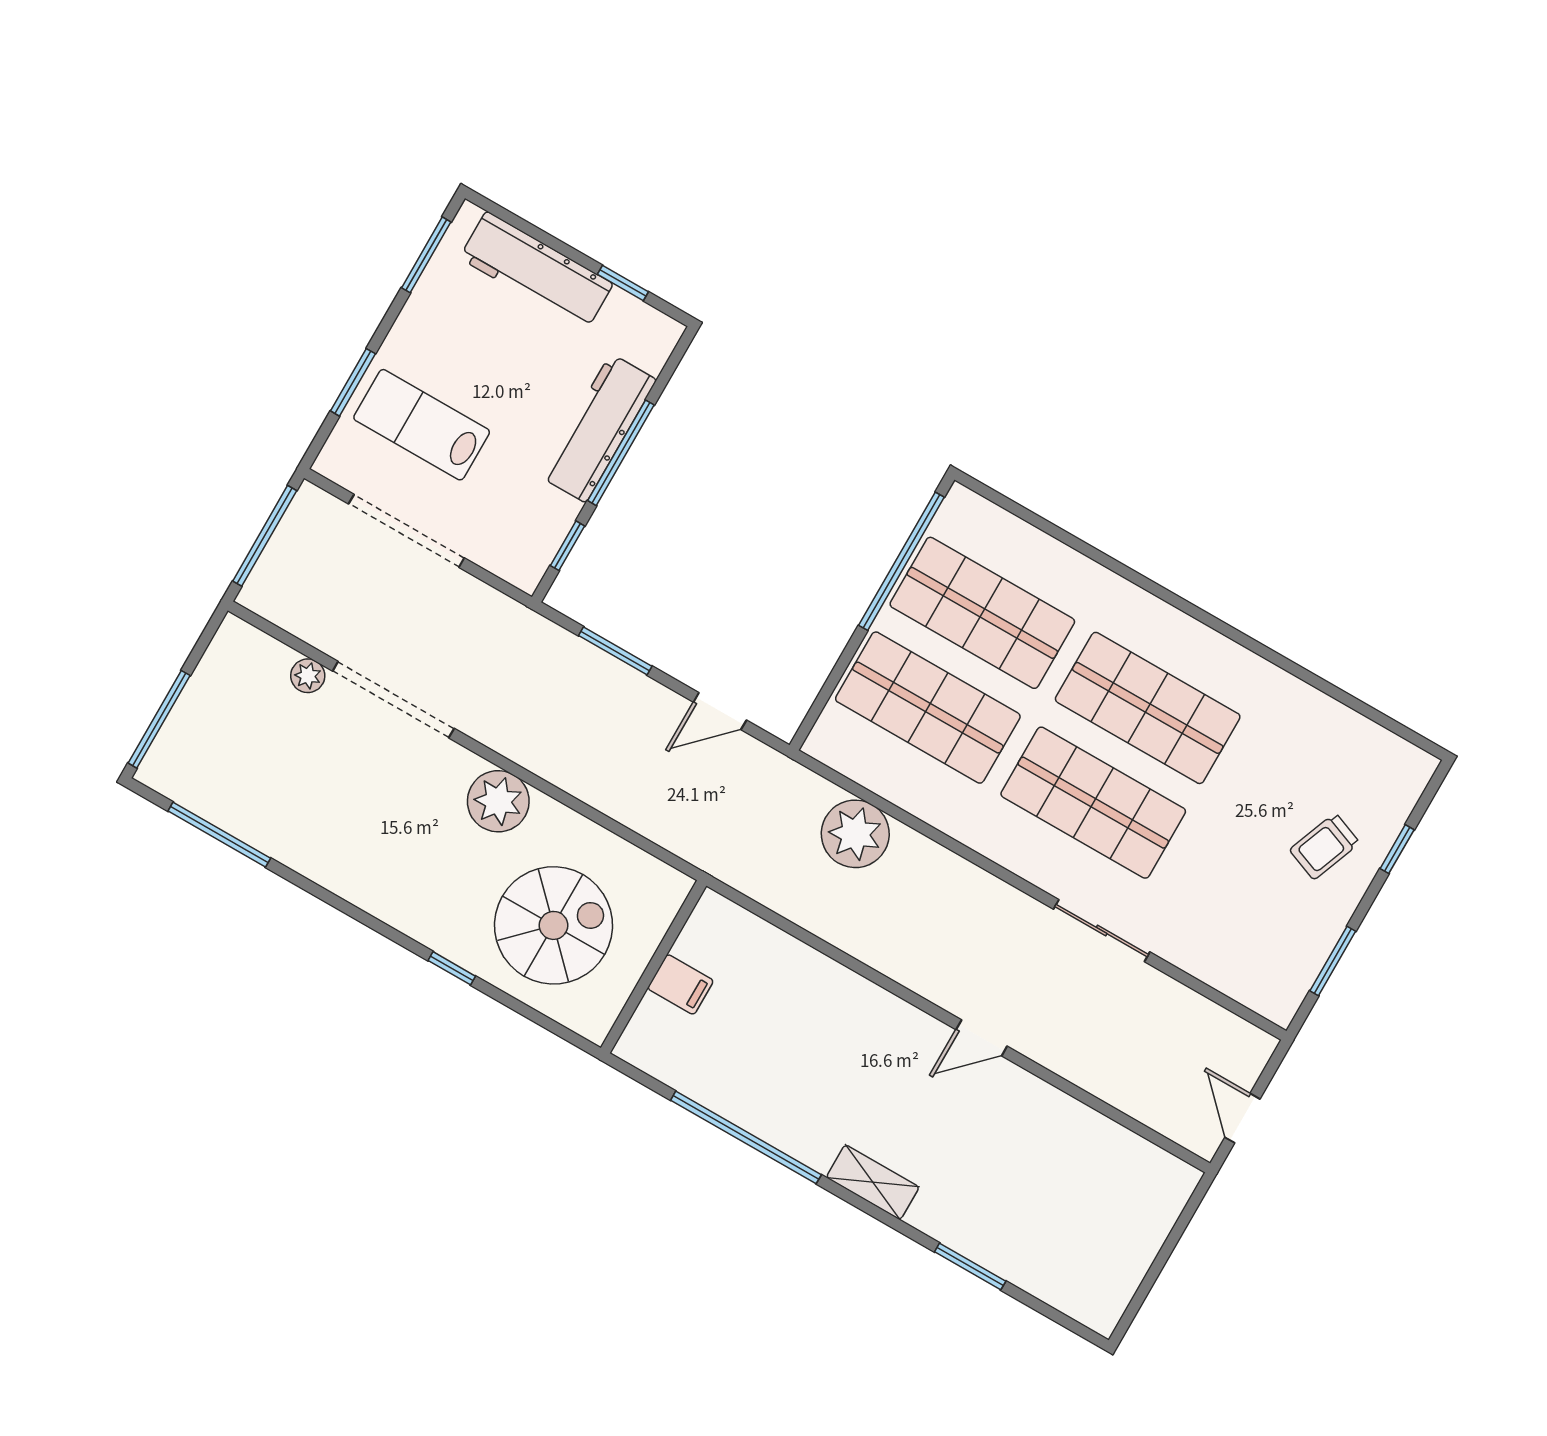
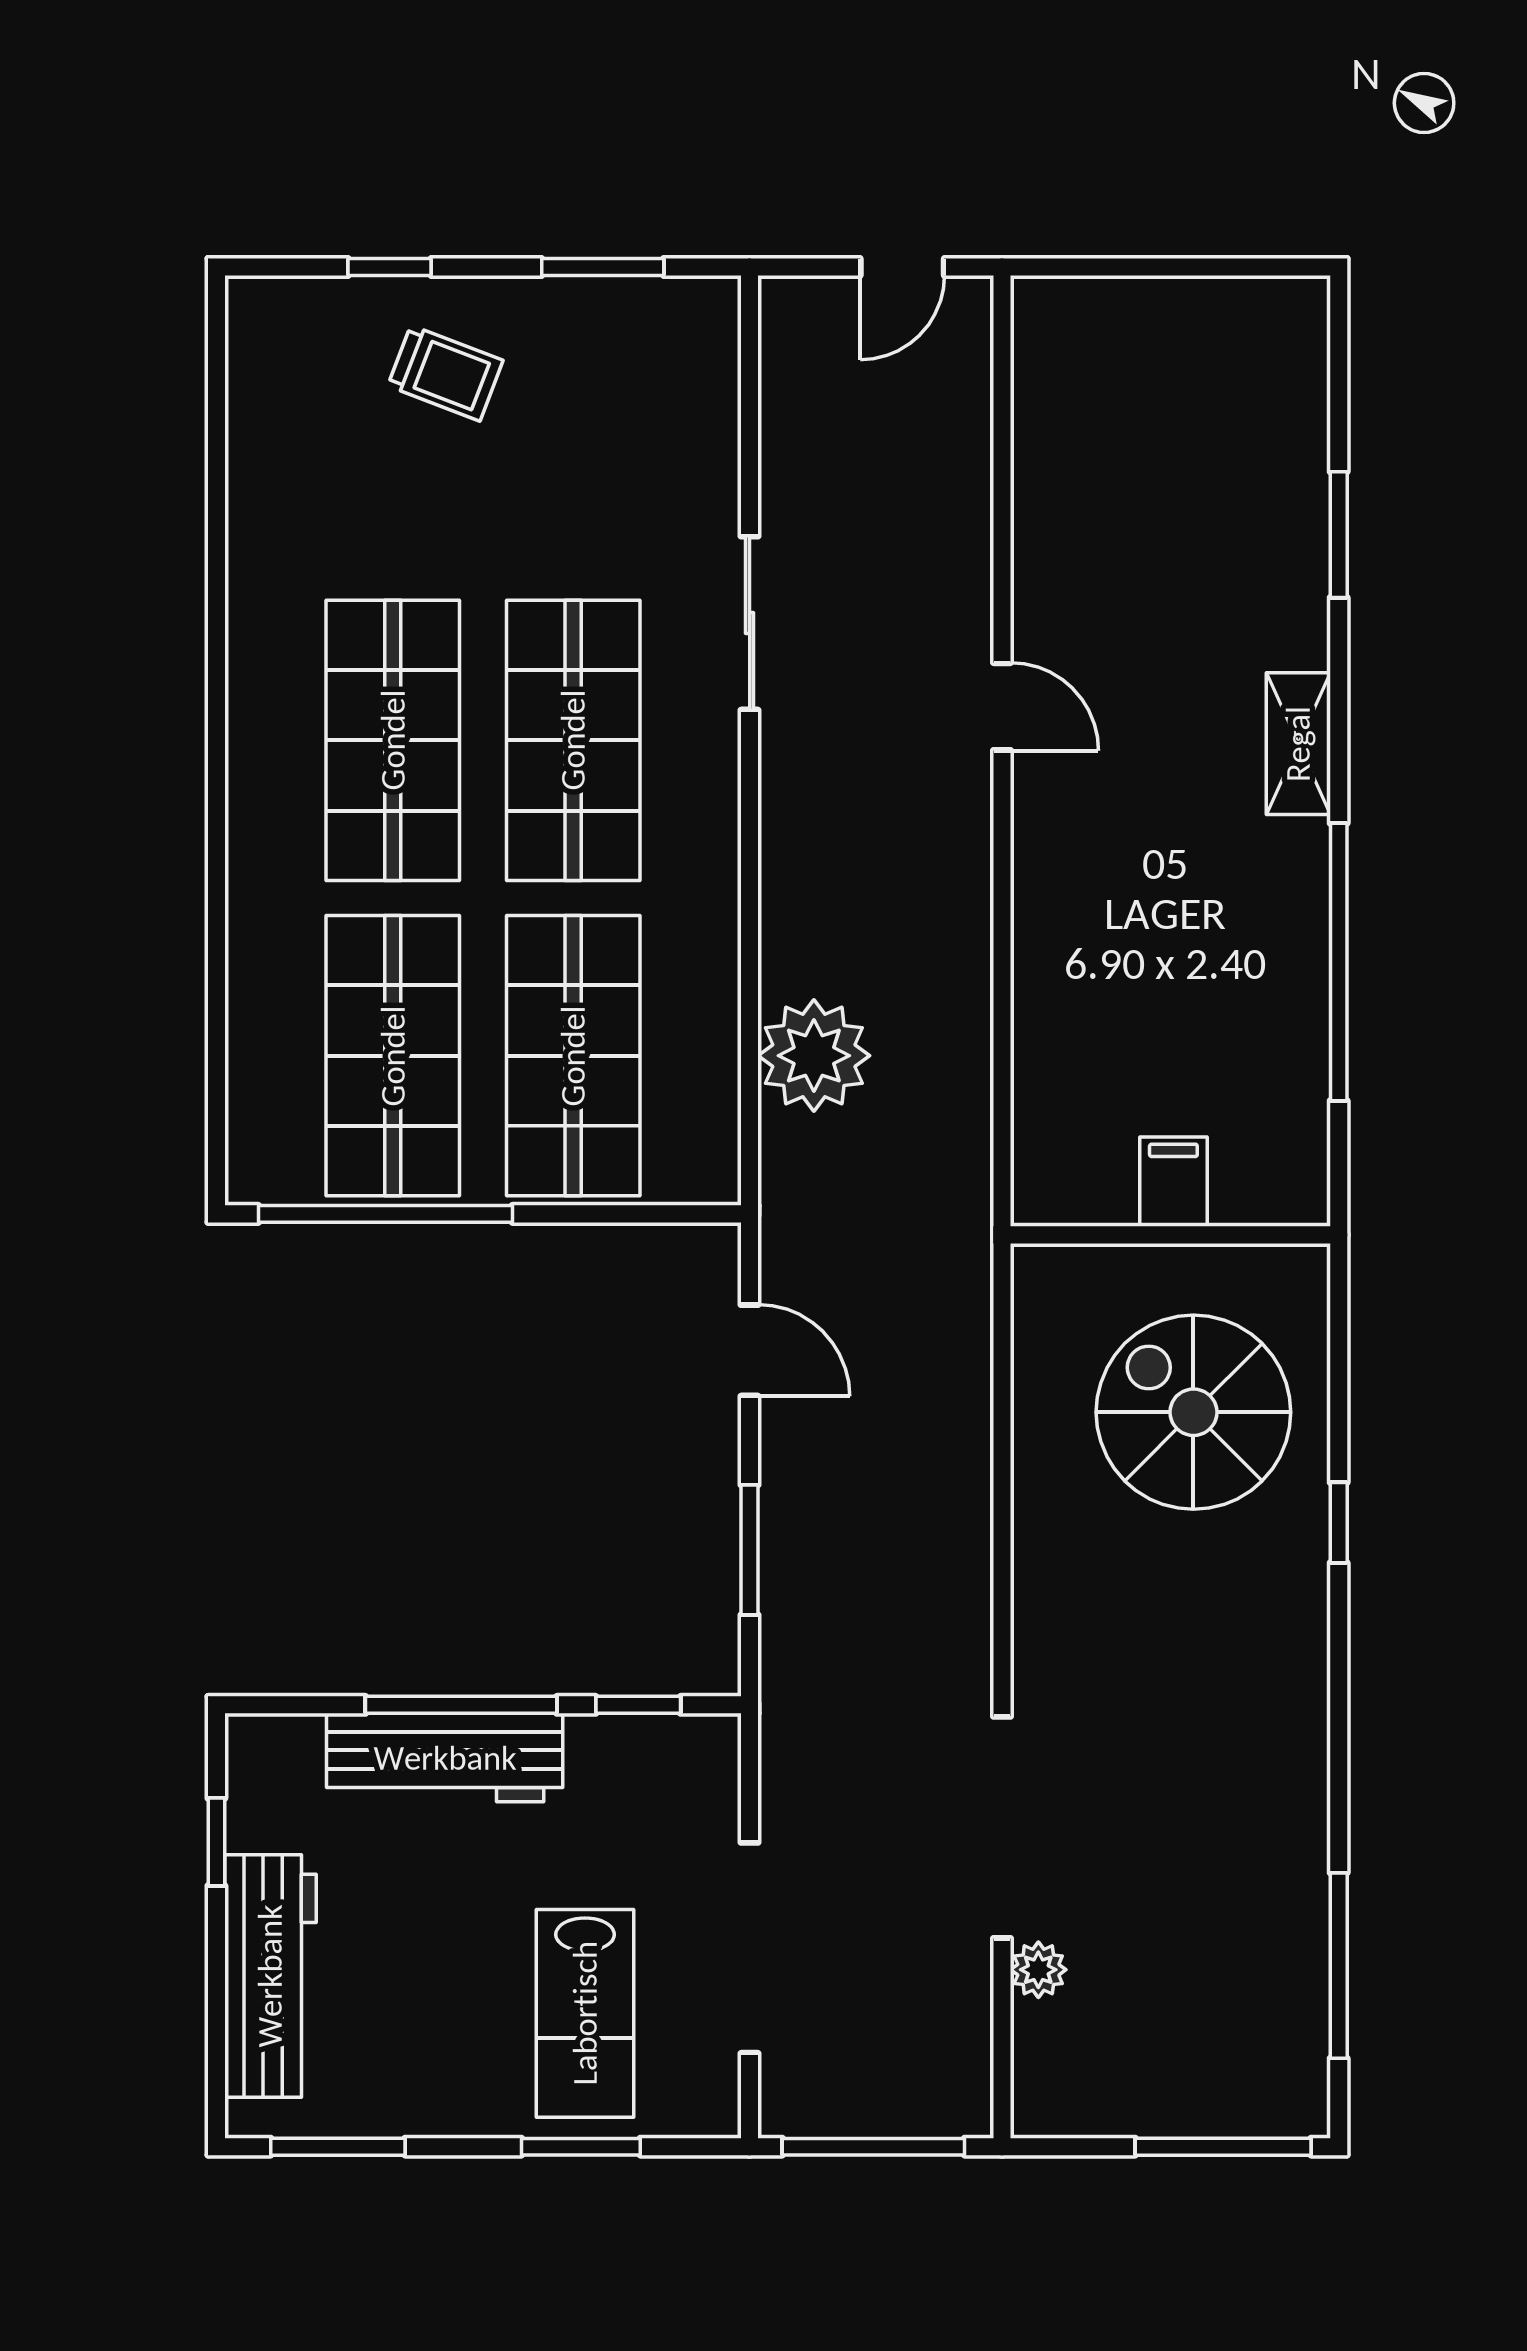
plant: (498, 801) -> (1061, 1594), removed

